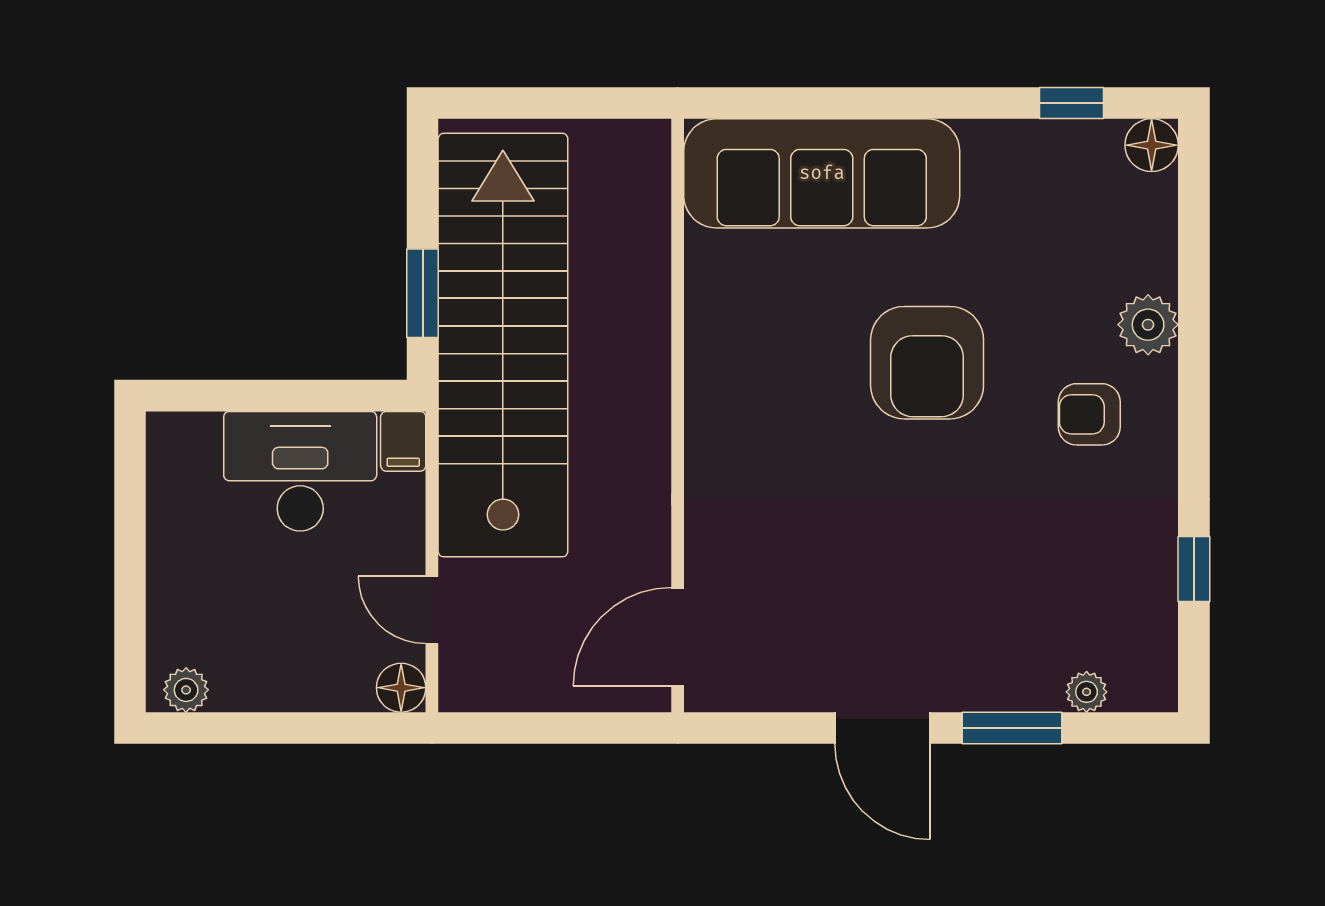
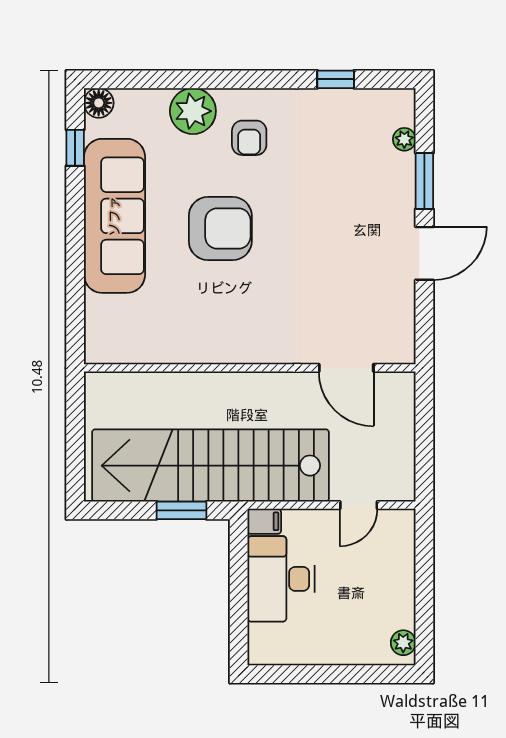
sofa: (822, 173) -> (114, 216), moved
plant: (1148, 325) -> (193, 111), width x1.36, depth x1.36
door: (678, 637) -> (346, 368), moved
floor lamp: (401, 688) -> (402, 522), removed

